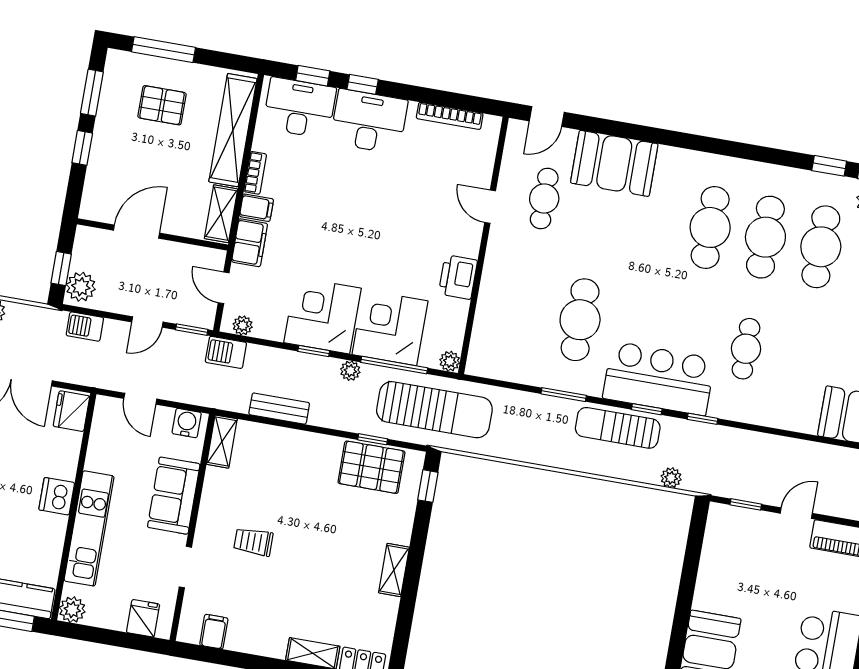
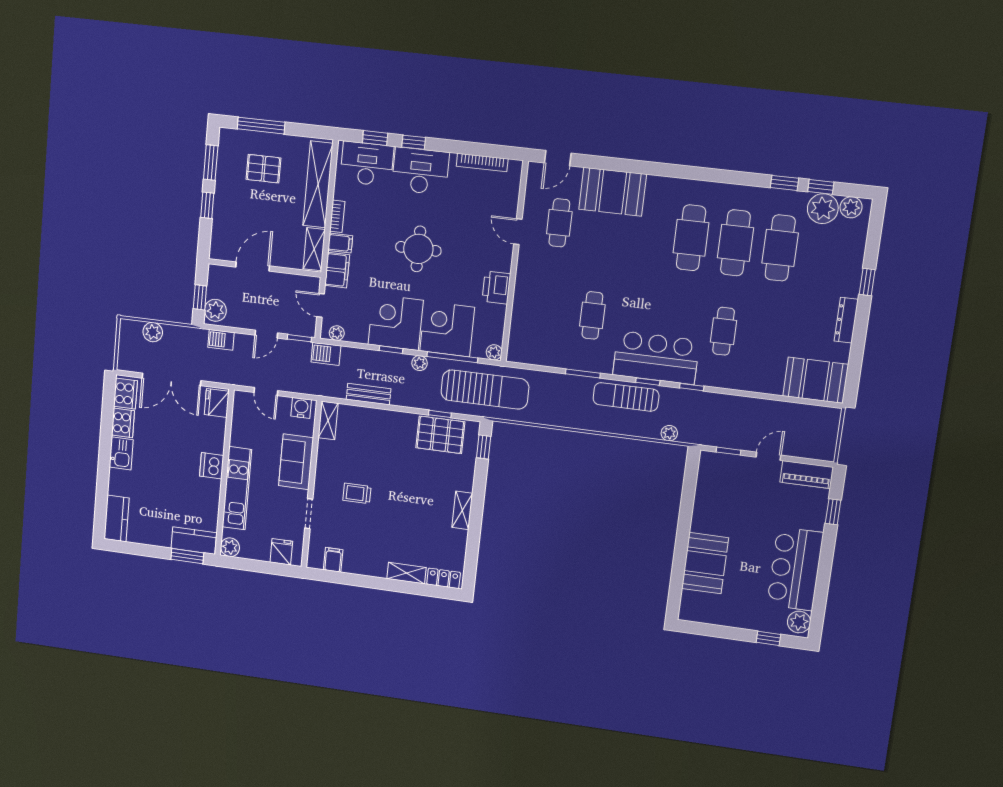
round table: (359, 221) -> (418, 249), added
cafe table: (580, 320) -> (592, 315), width x0.73, depth x0.74

